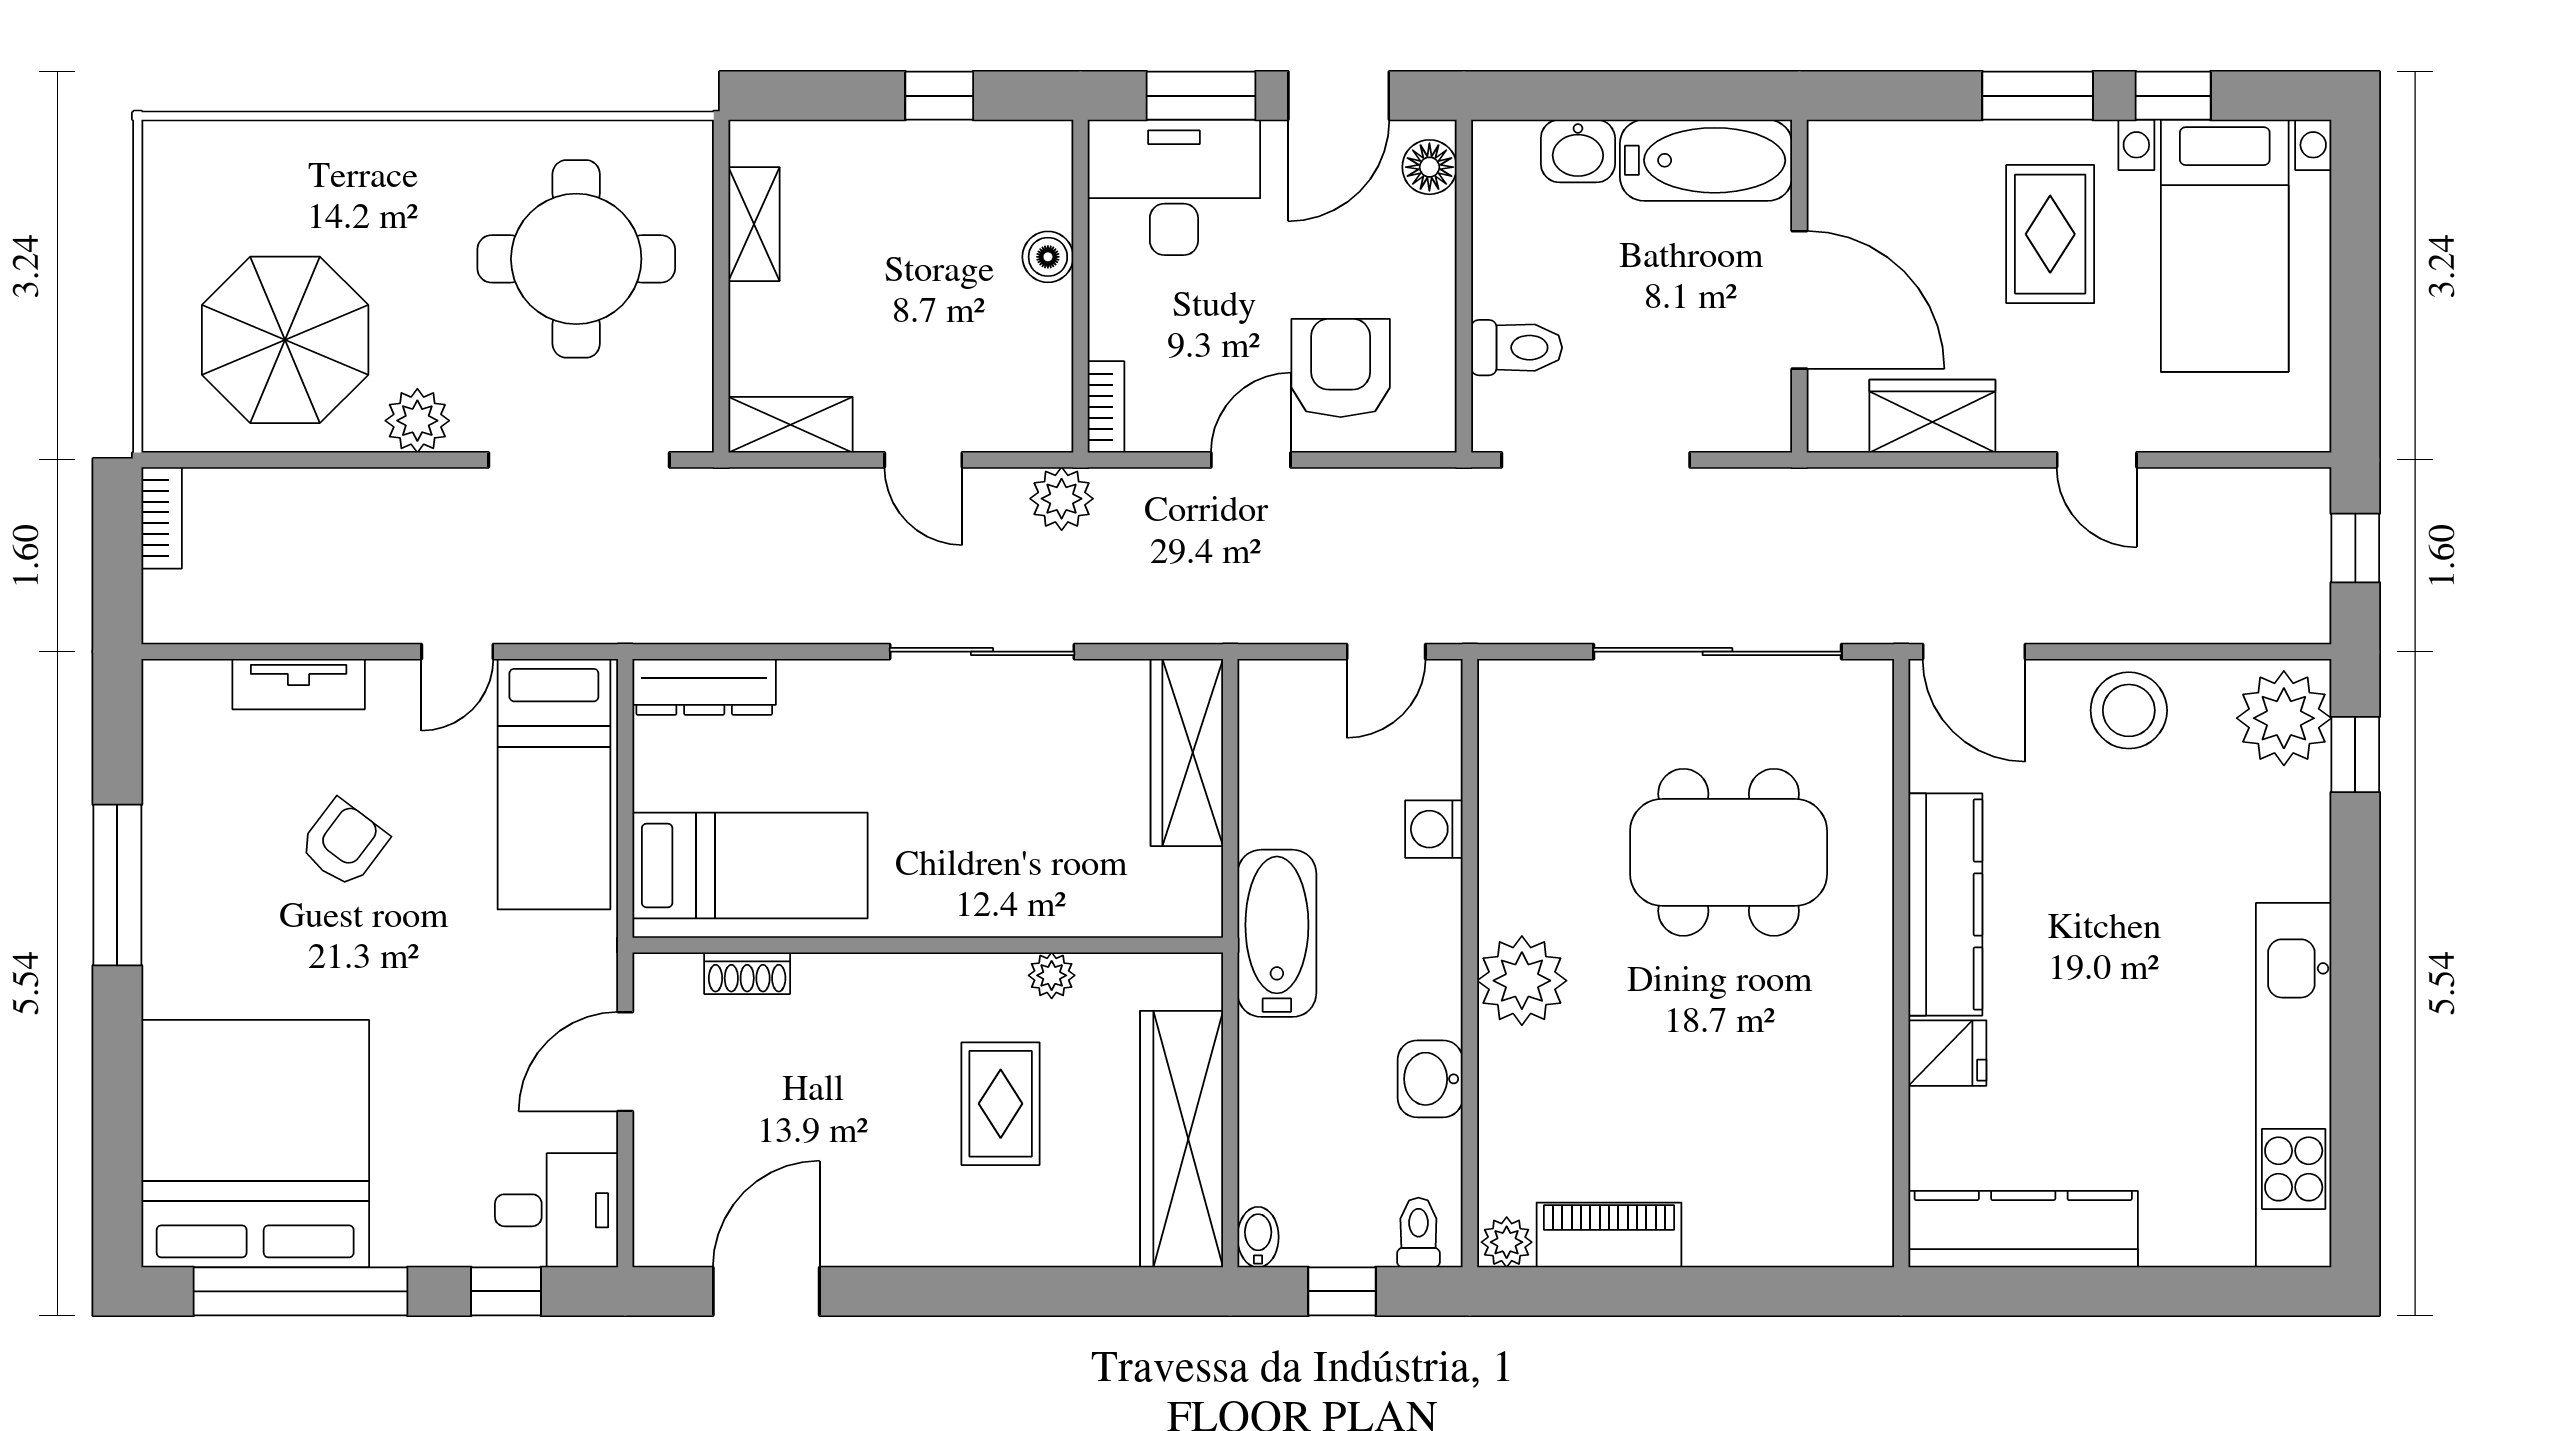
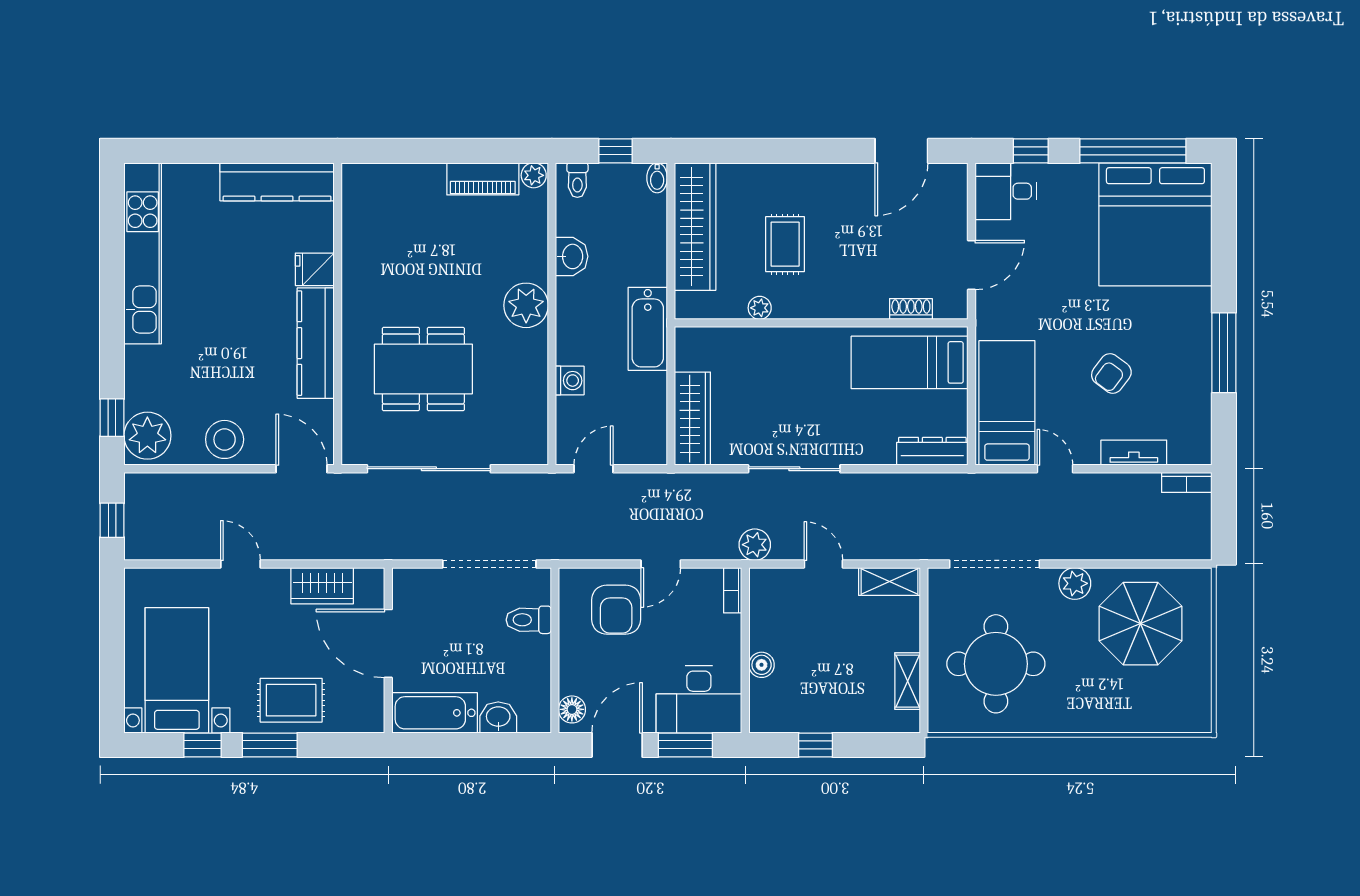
rug: (2050, 234) -> (291, 700), moved, turned 90
bookcase: (162, 518) -> (1187, 482), moved, turned -90
door: (457, 652) -> (1055, 469), hinge flipped

